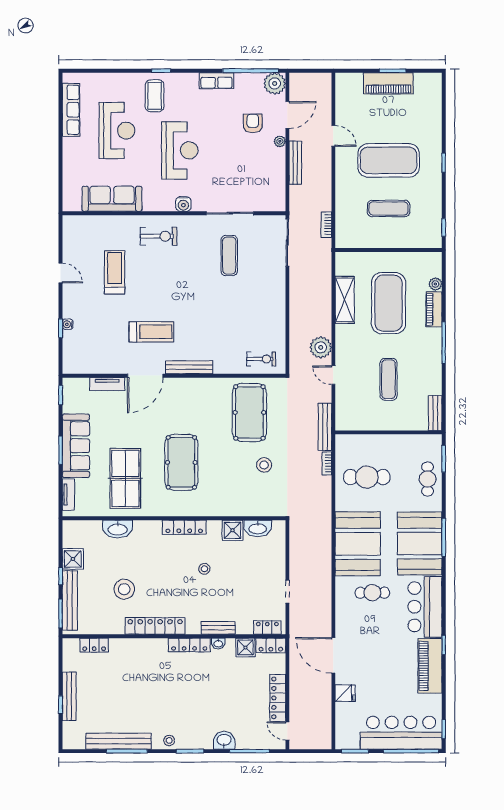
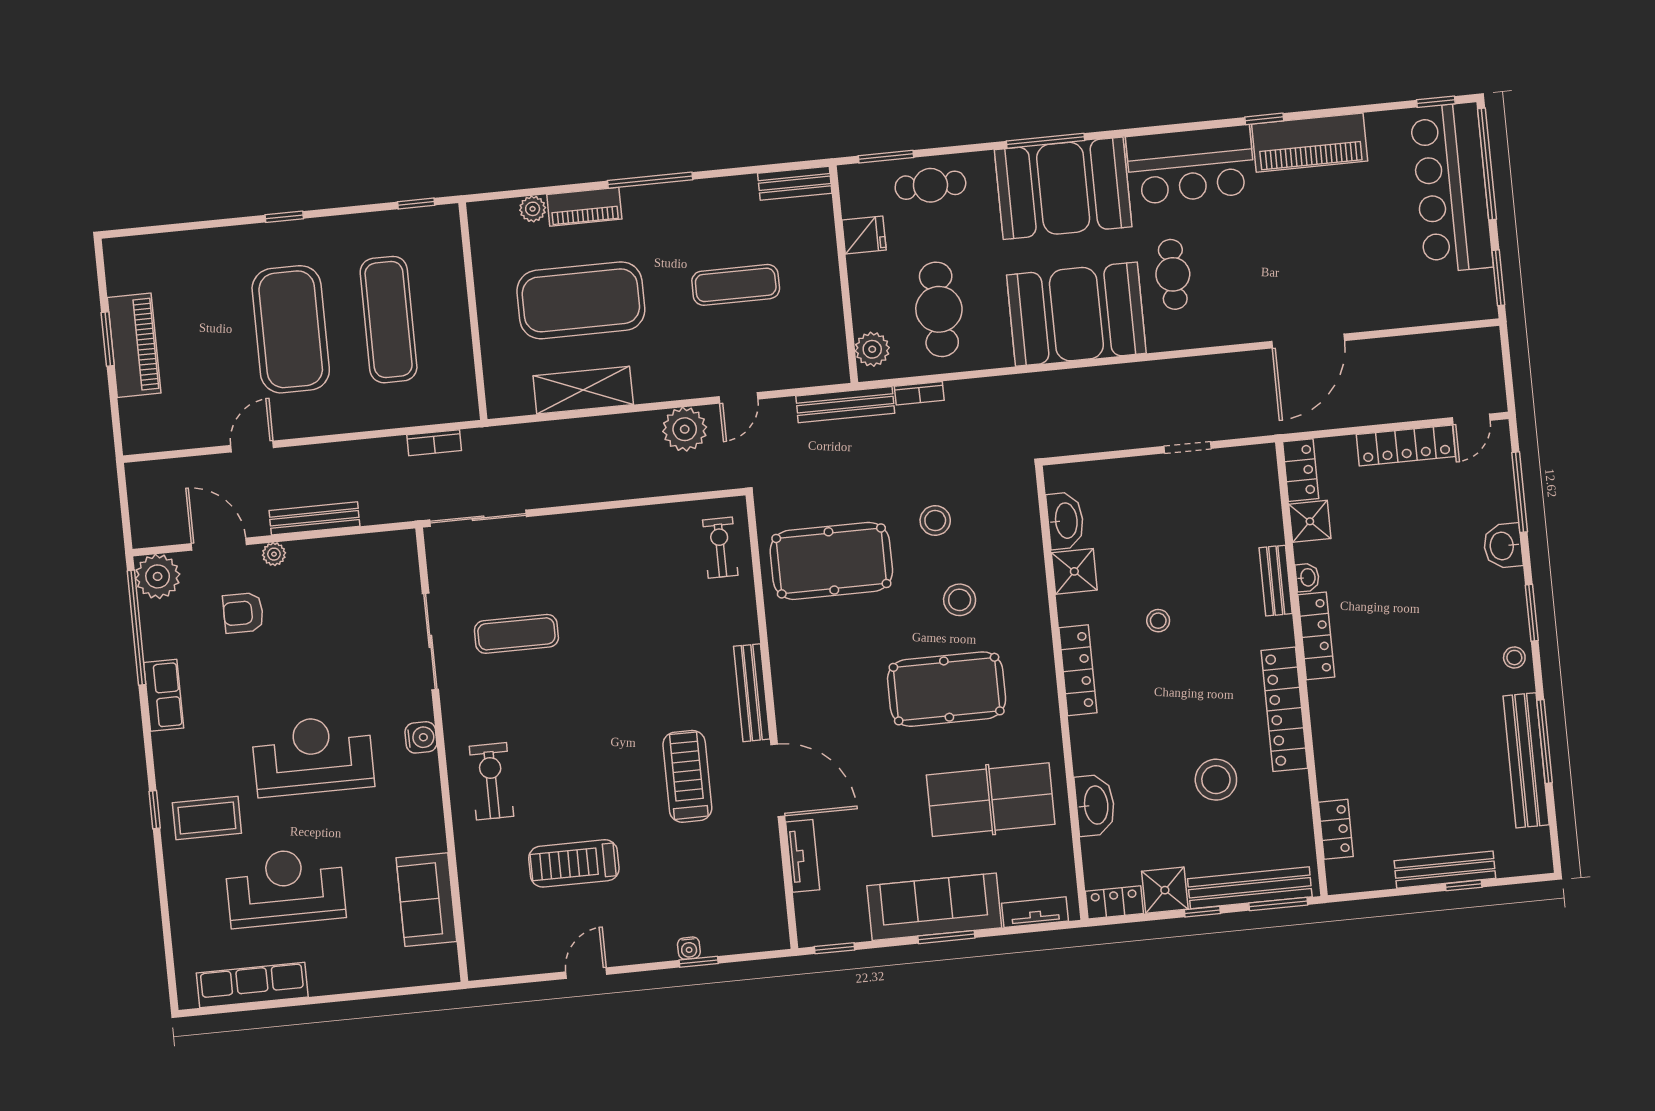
sofa: (112, 199) -> (426, 900), width x0.73
exercise mat: (389, 208) -> (389, 320), width x1.36, depth x1.45
plant: (351, 443) -> (872, 349), added
stool: (224, 473) -> (960, 600), added
locker: (267, 627) -> (1114, 902), moved, turned 90
fridge: (345, 693) -> (864, 235), moved, turned 90

